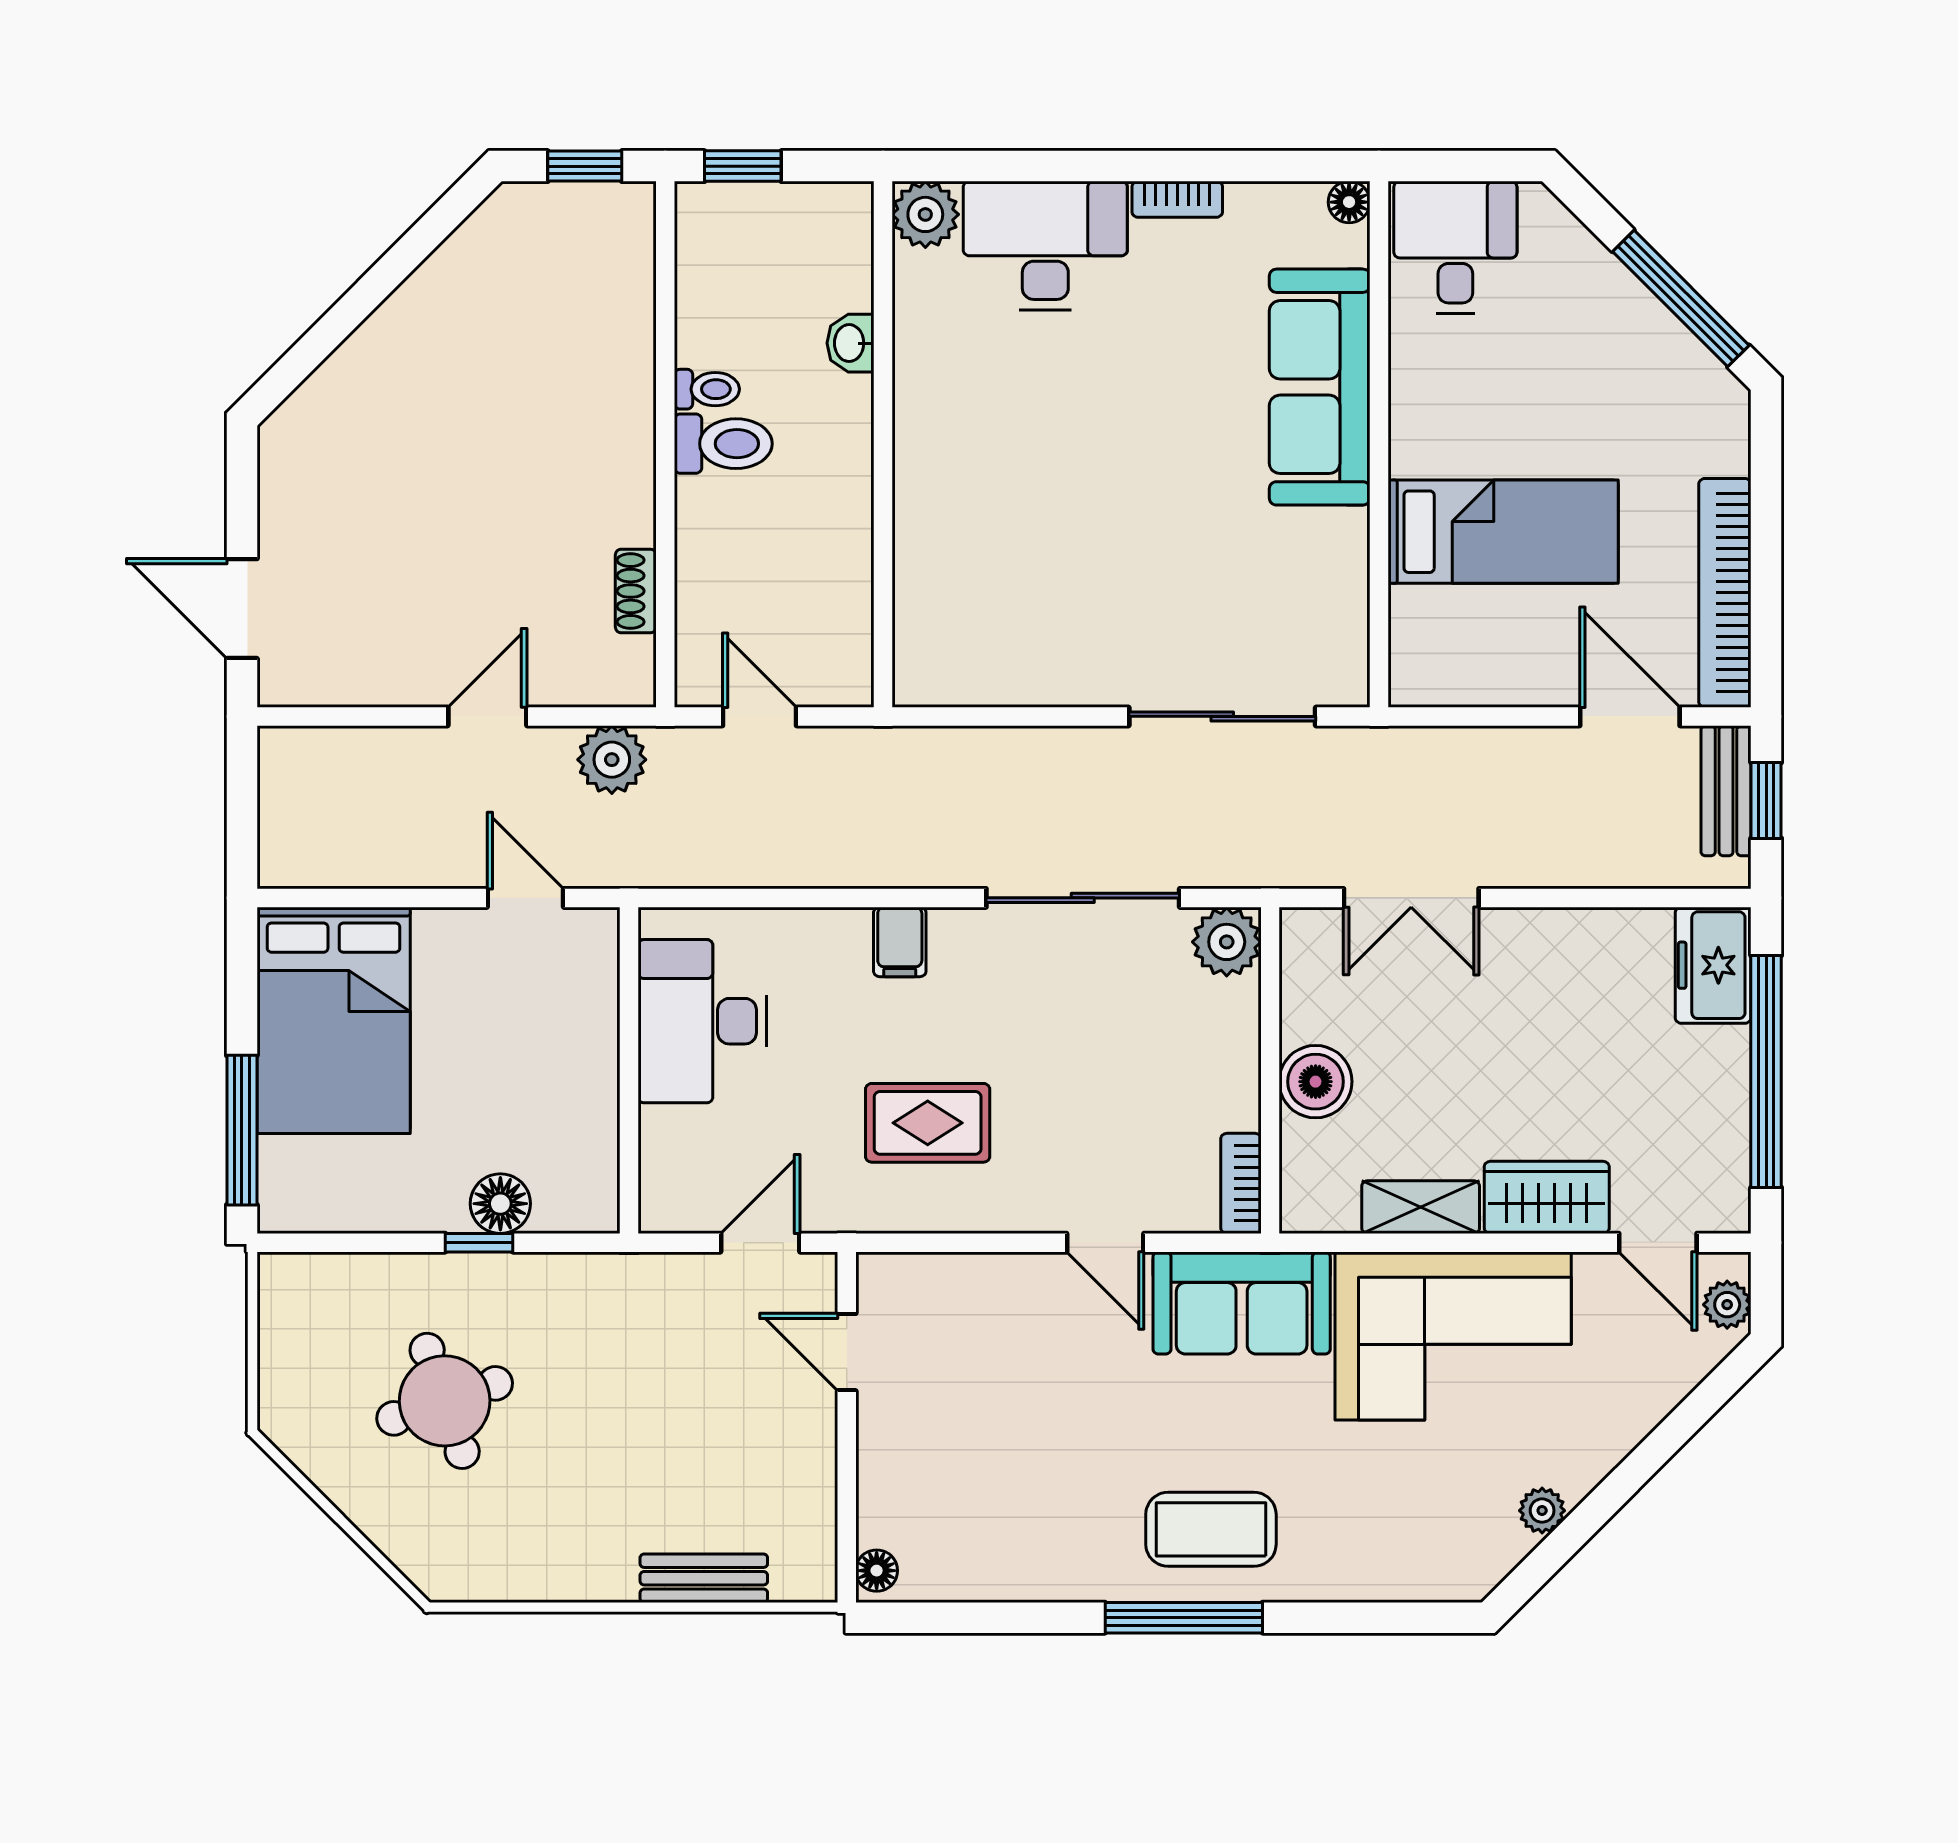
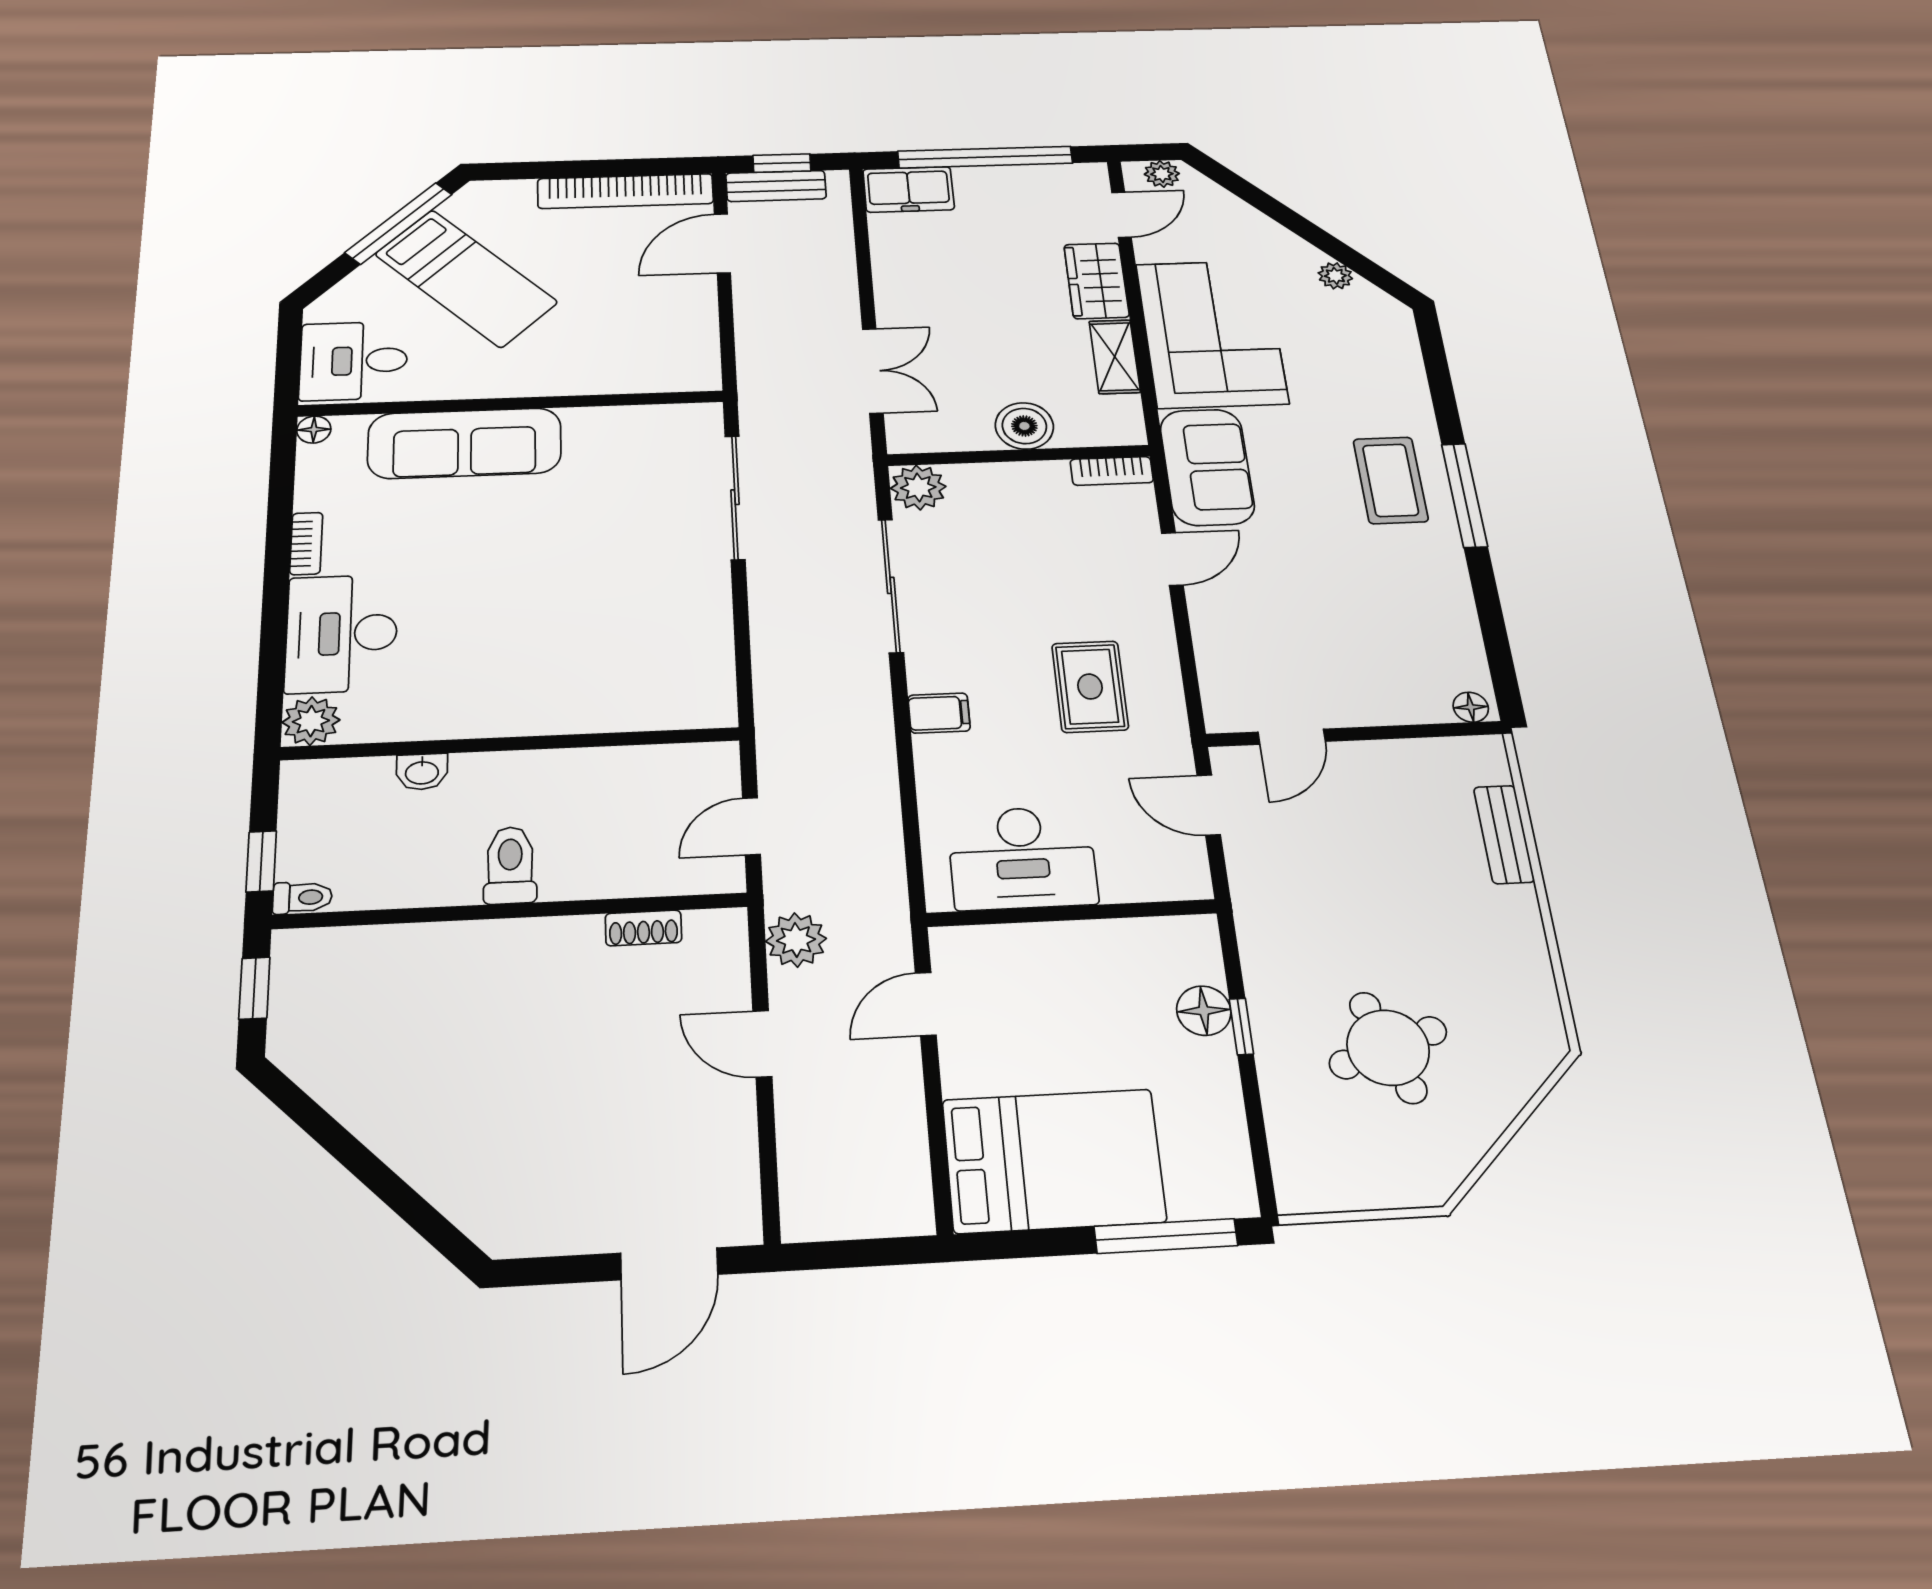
toilet: (707, 389) -> (302, 898), moved, turned 90
bed: (1503, 532) -> (466, 278), moved, turned 135

